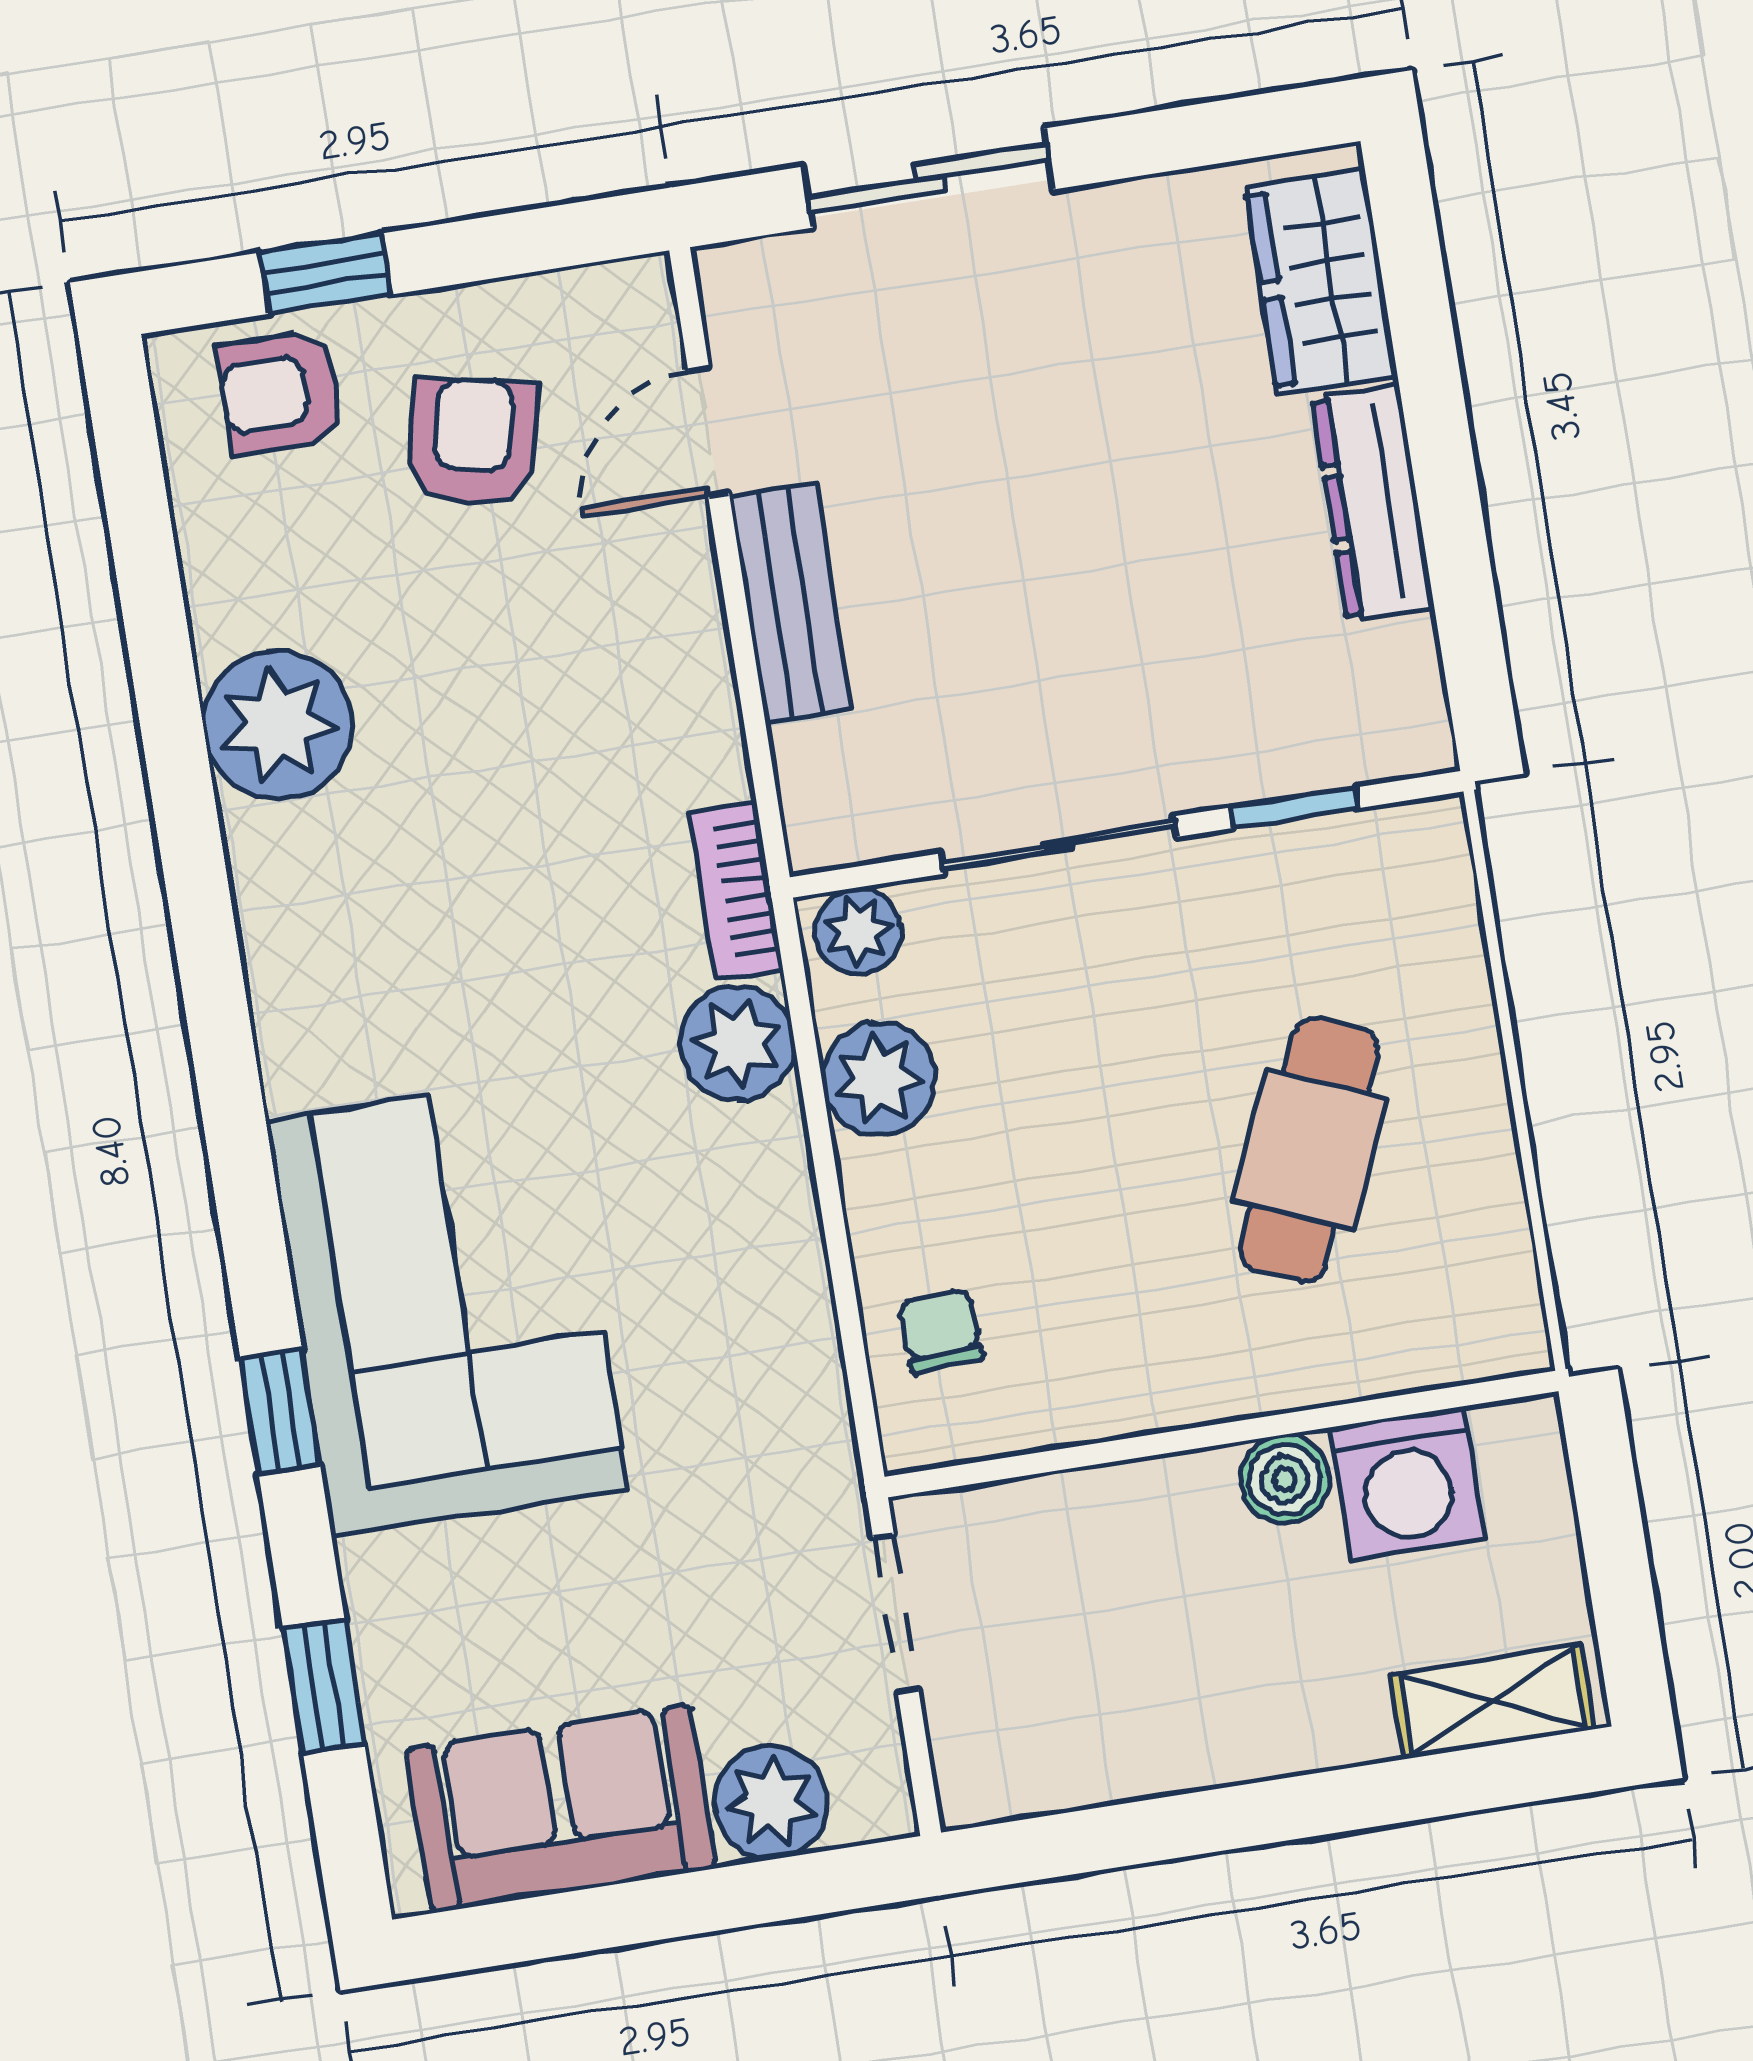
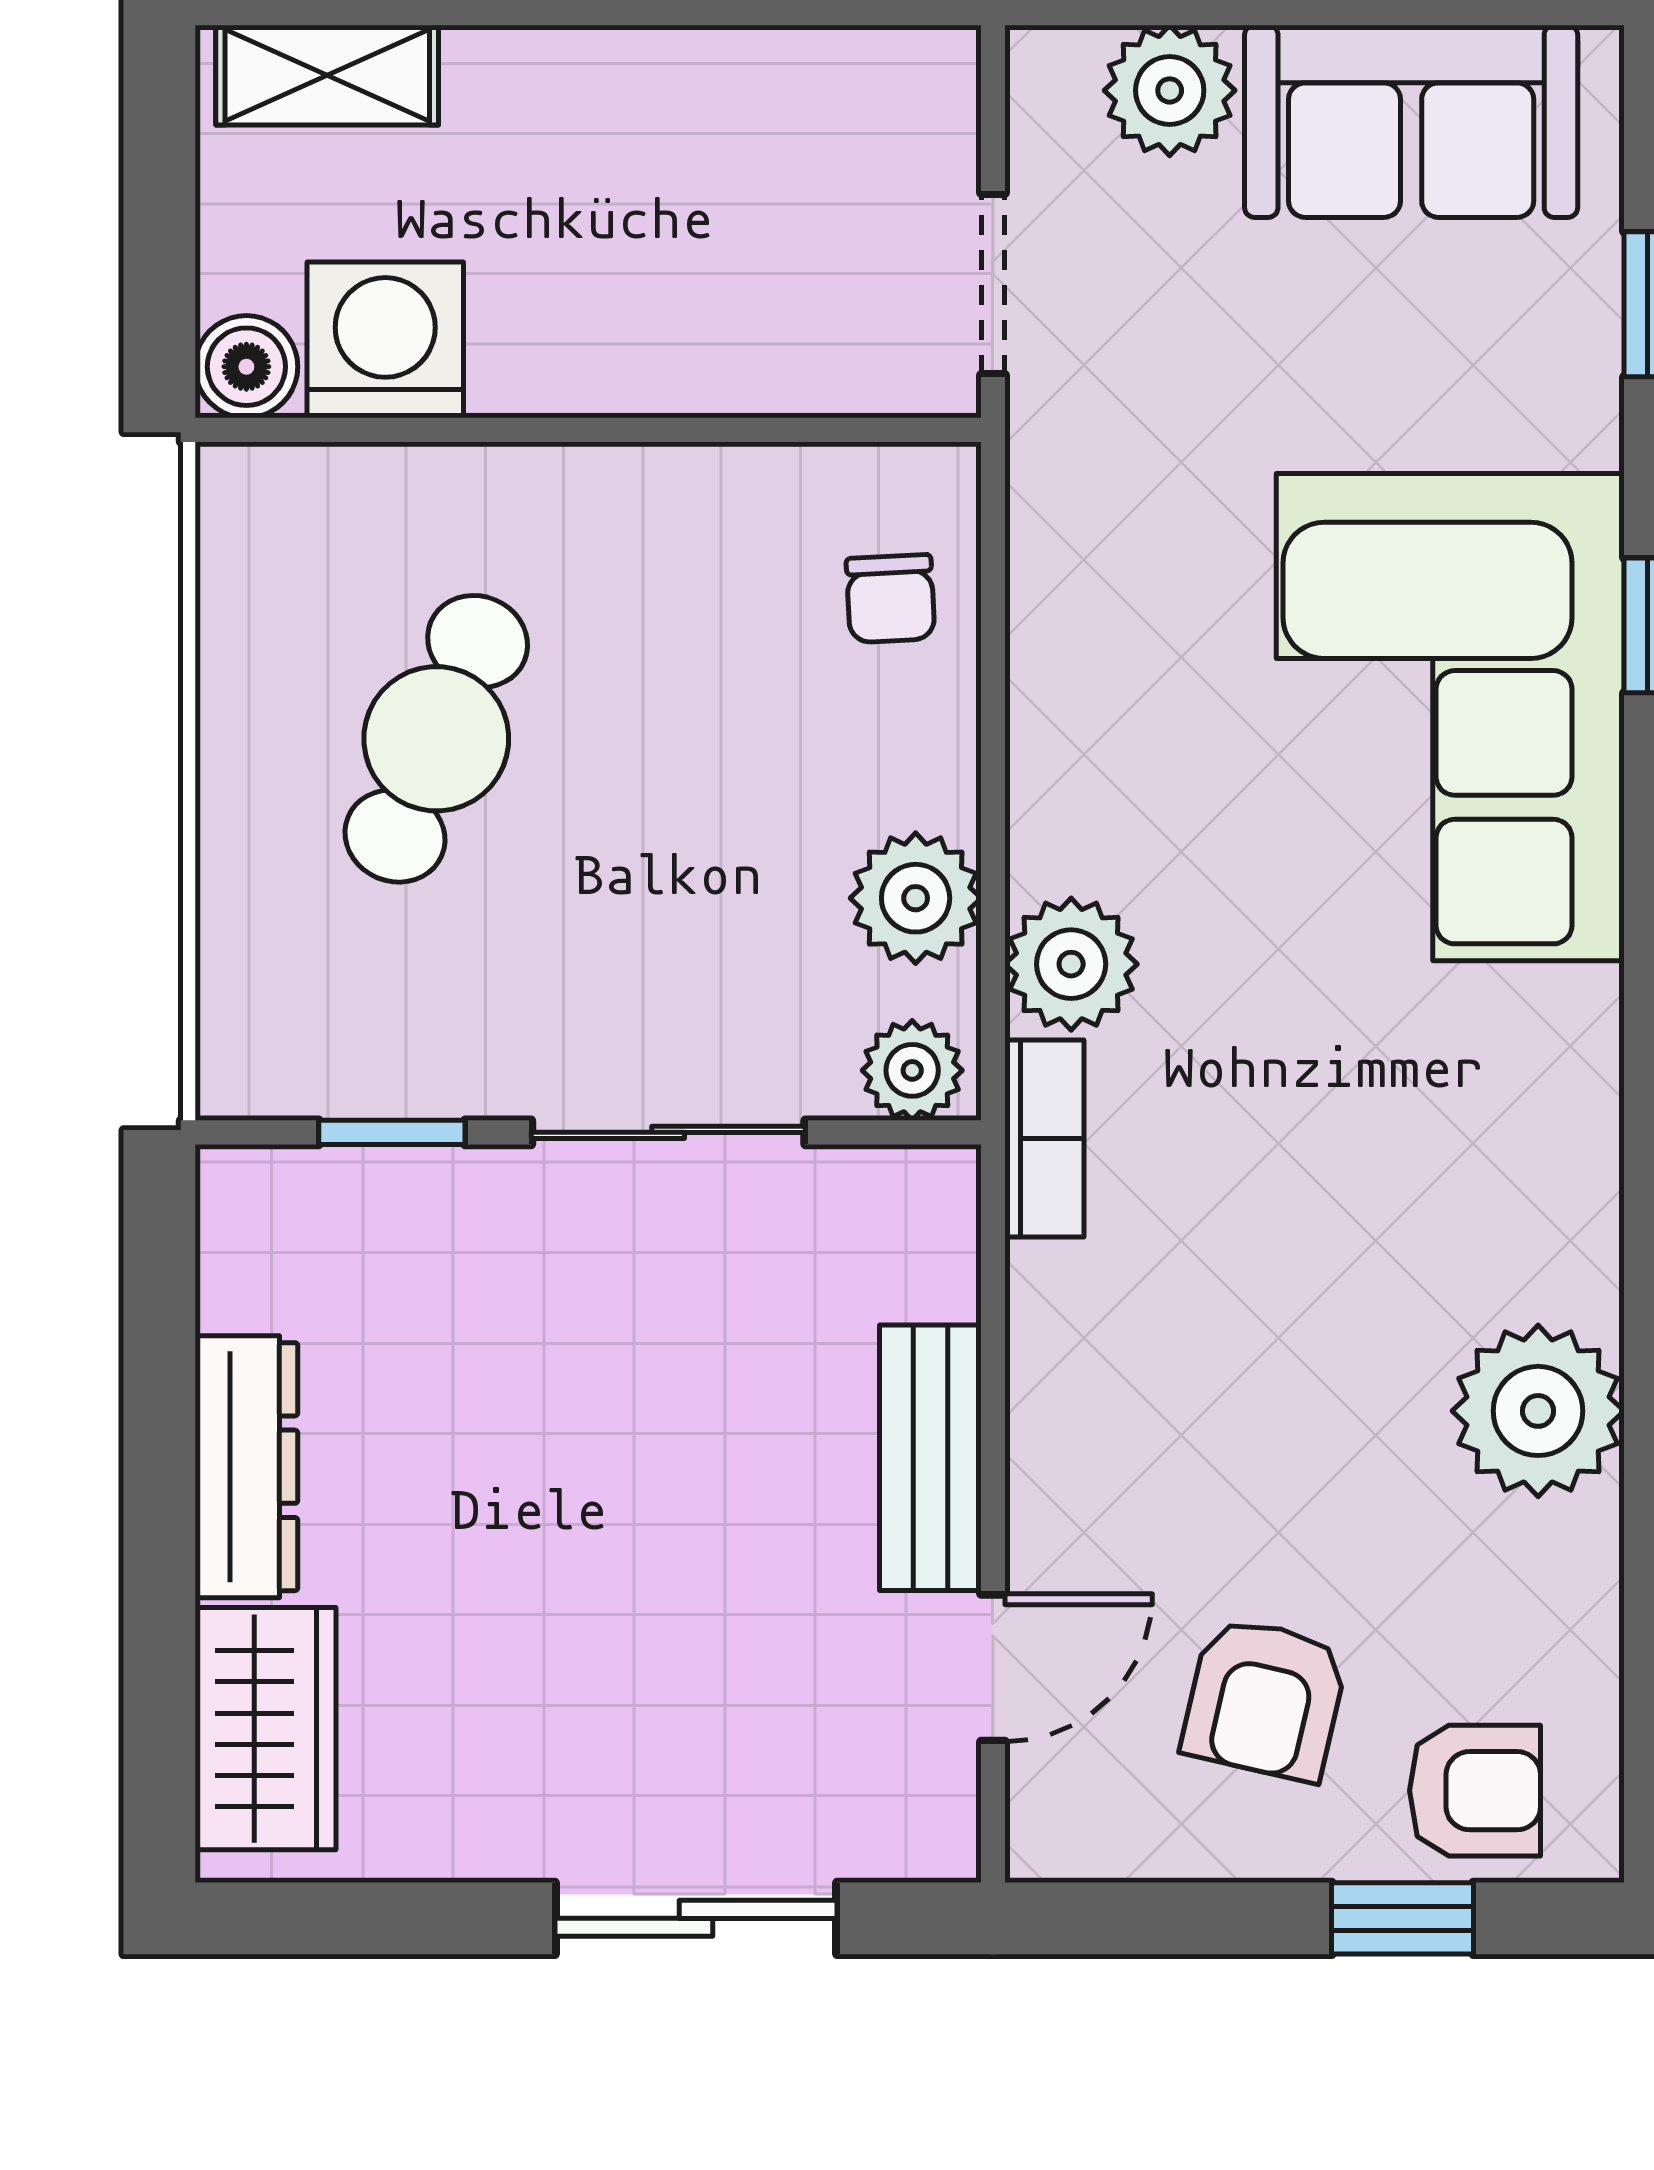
boiler: (1285, 1479) -> (246, 367), moved

